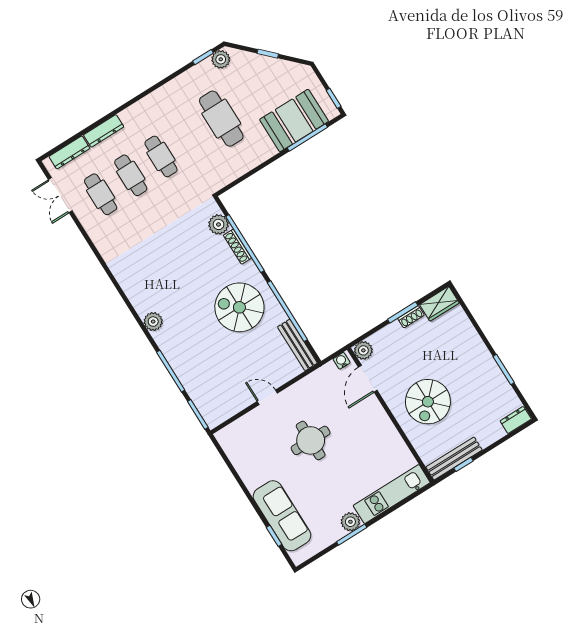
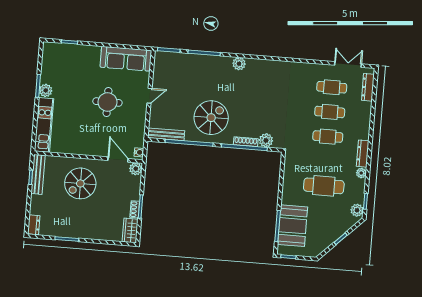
plant: (174, 86) -> (361, 173), added
dresser: (104, 131) -> (363, 154), moved
spiral stairs: (428, 402) -> (80, 183), turned -90
sofa: (282, 516) -> (126, 59), moved

